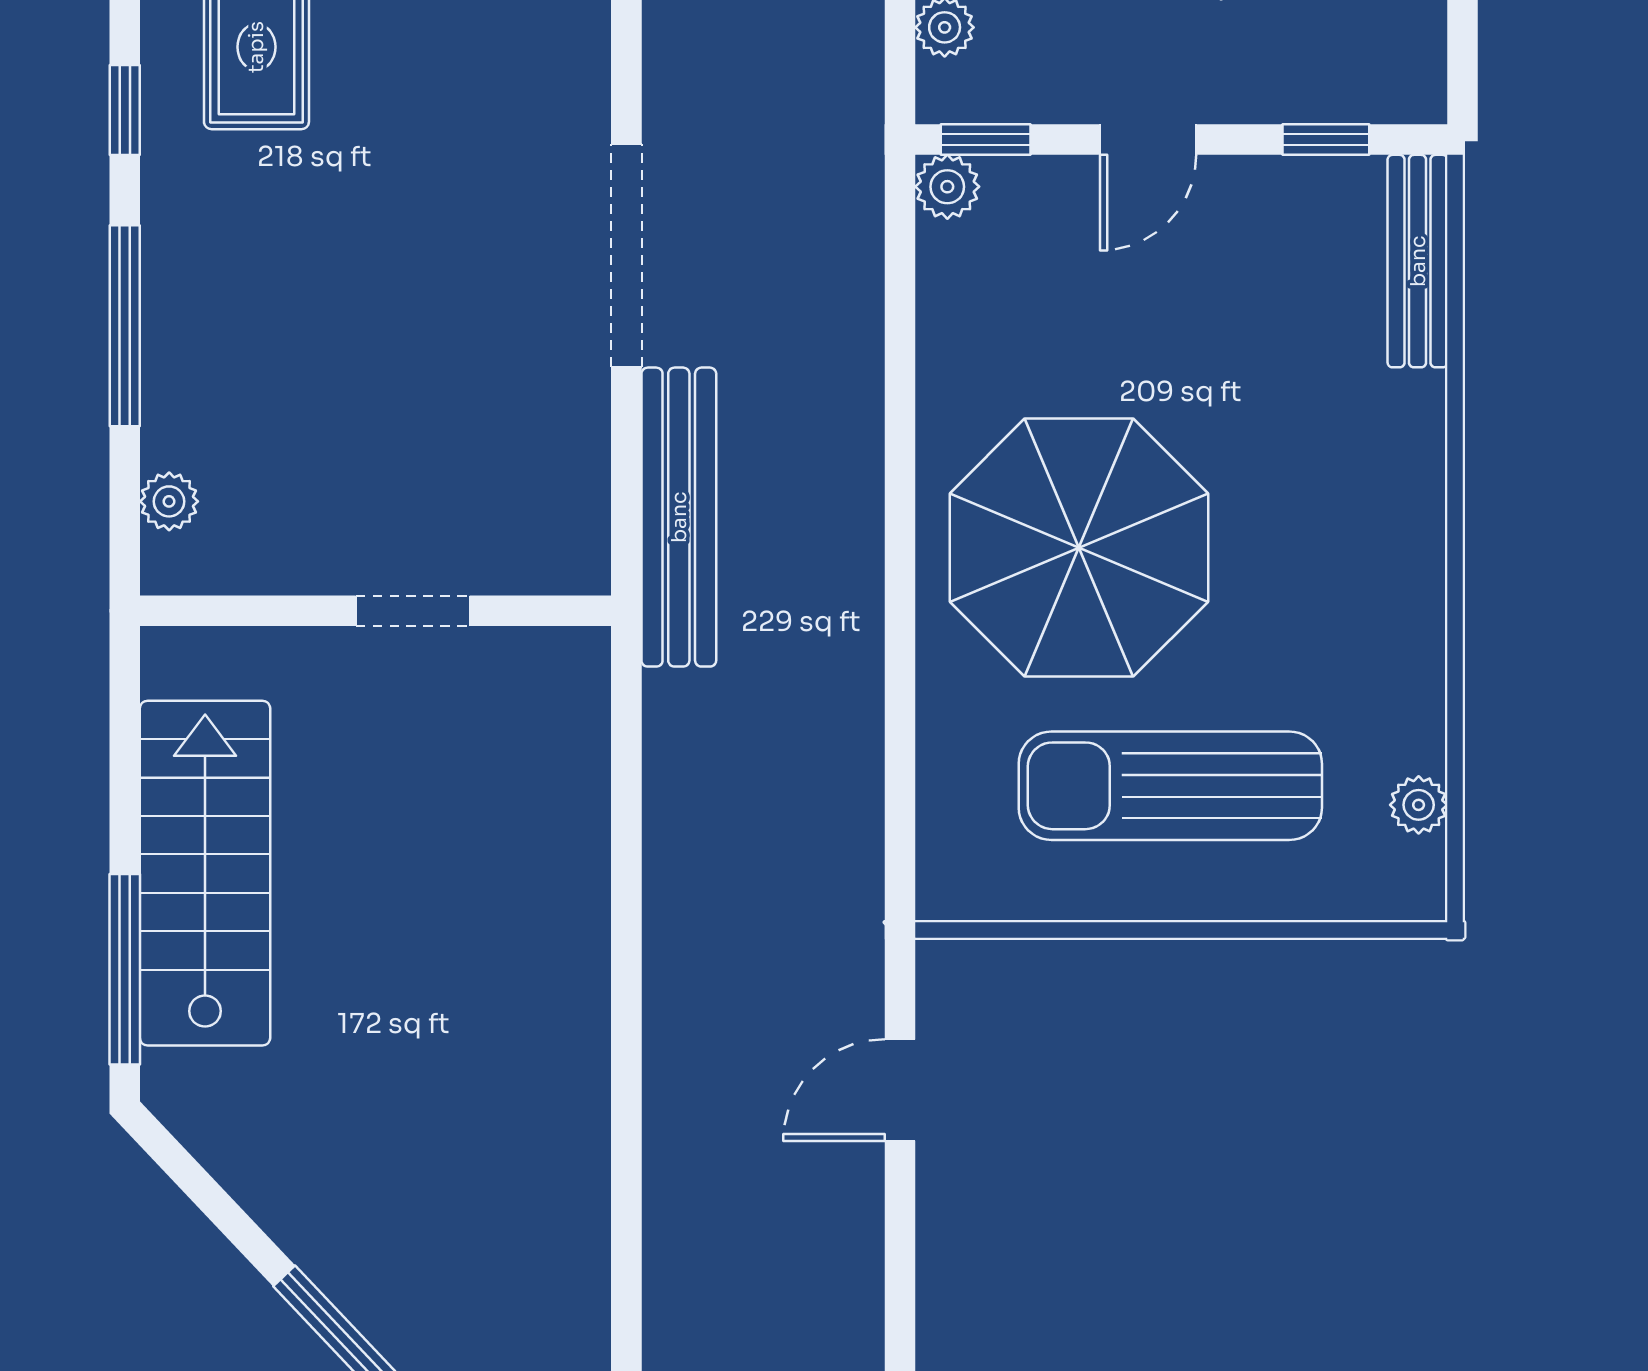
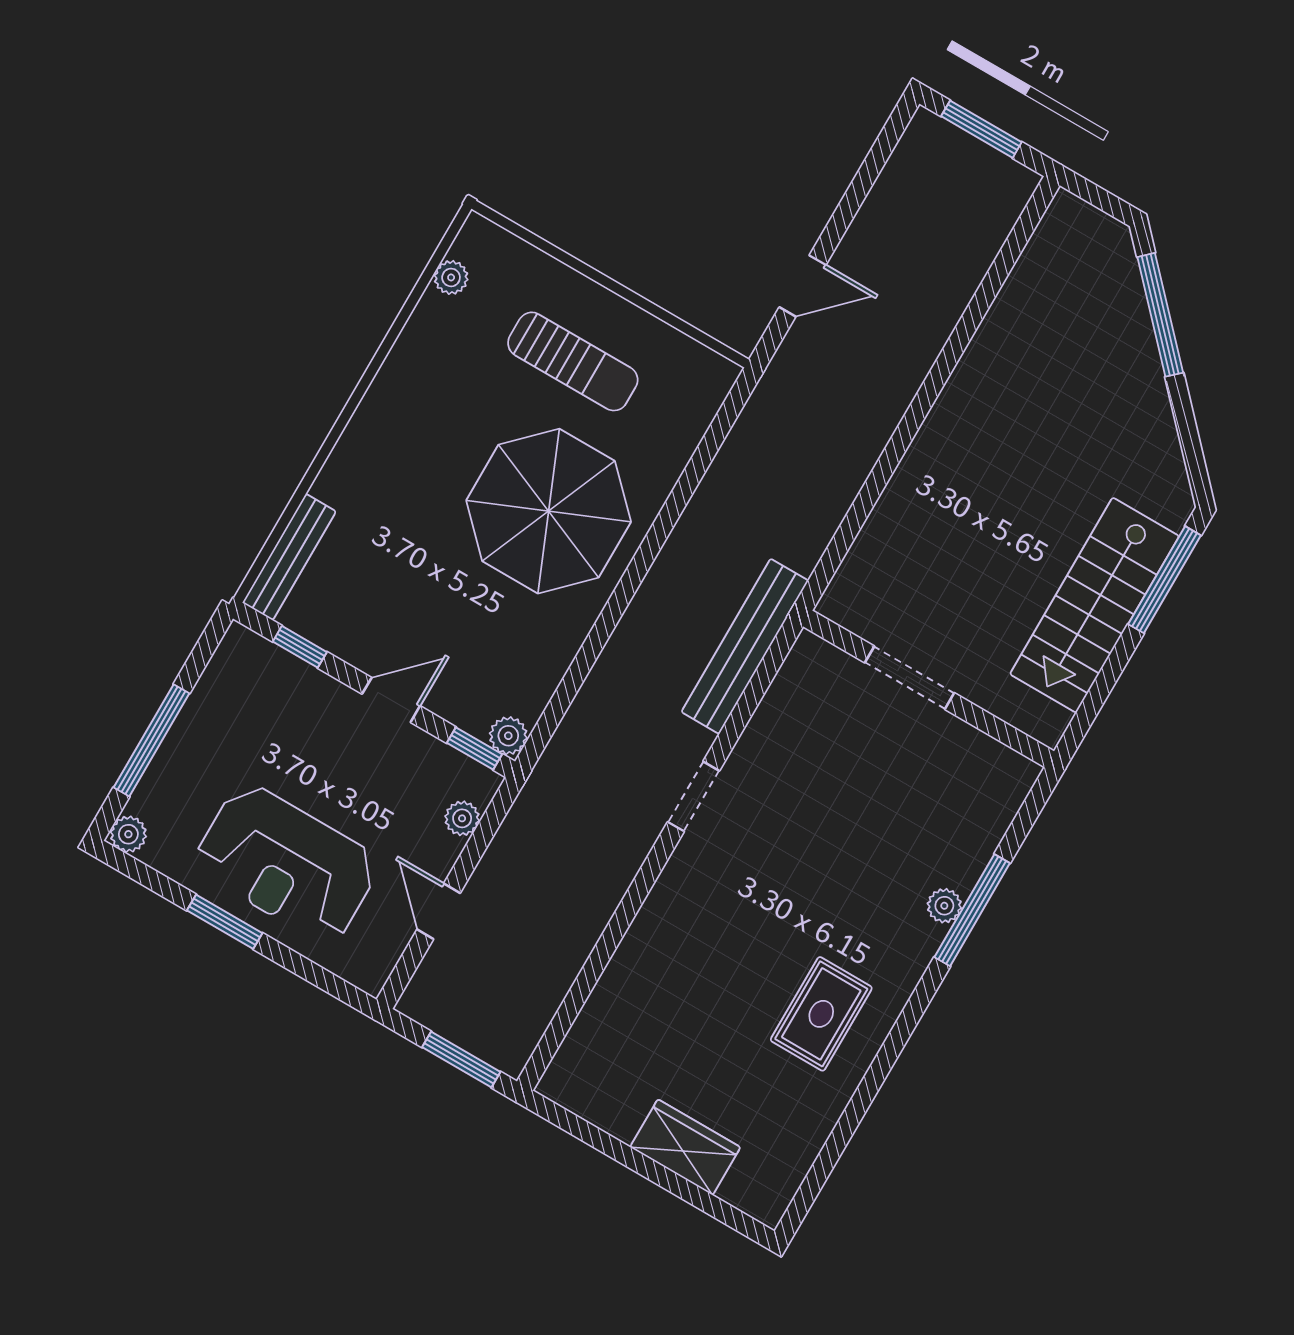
window: (125, 110) -> (908, 1021), removed
doorway: (626, 255) -> (694, 796), width x0.53
plant: (169, 501) -> (944, 906), moved
doorway: (413, 611) -> (910, 678), width x1.38
sun lounger: (1170, 786) -> (573, 361), width x0.73, depth x0.75

